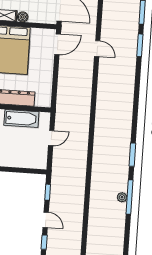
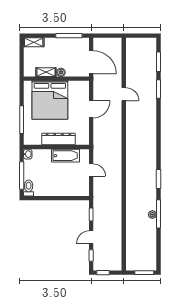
door: (58, 44) -> (91, 109), moved
door: (51, 138) -> (91, 170), hinge flipped
door: (46, 220) -> (91, 237), swing flipped

